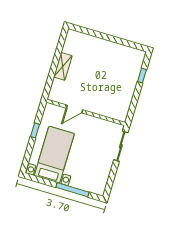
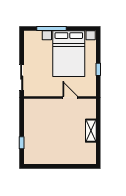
door: (75, 109) -> (70, 97), hinge flipped
bed with nightstands: (54, 155) -> (69, 54), width x1.36

